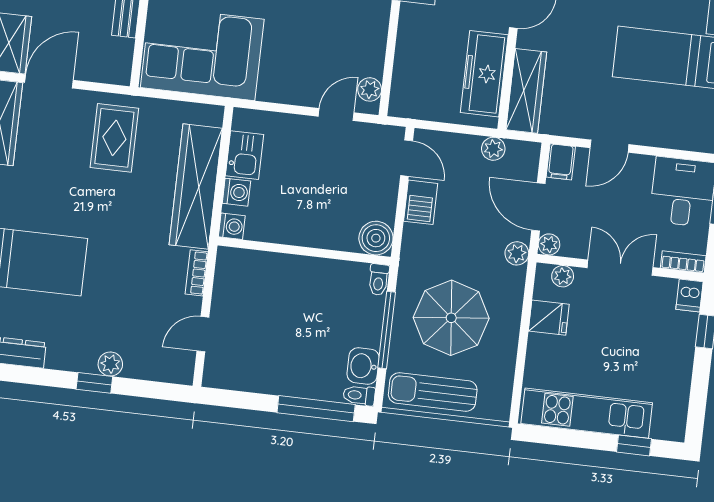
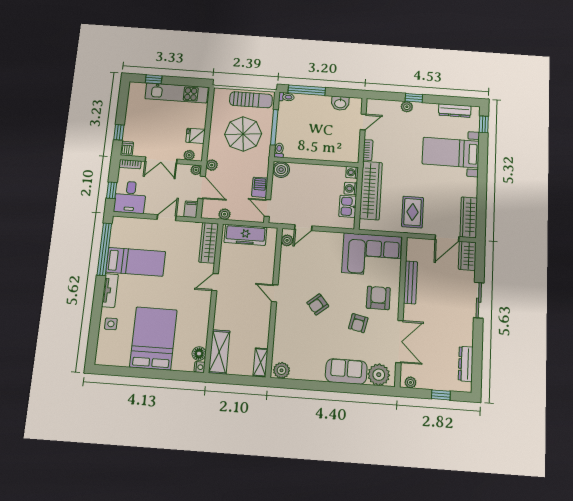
freezer: (484, 74) -> (245, 235), moved, turned 90
washbasin: (363, 366) -> (340, 103), moved, turned 90

